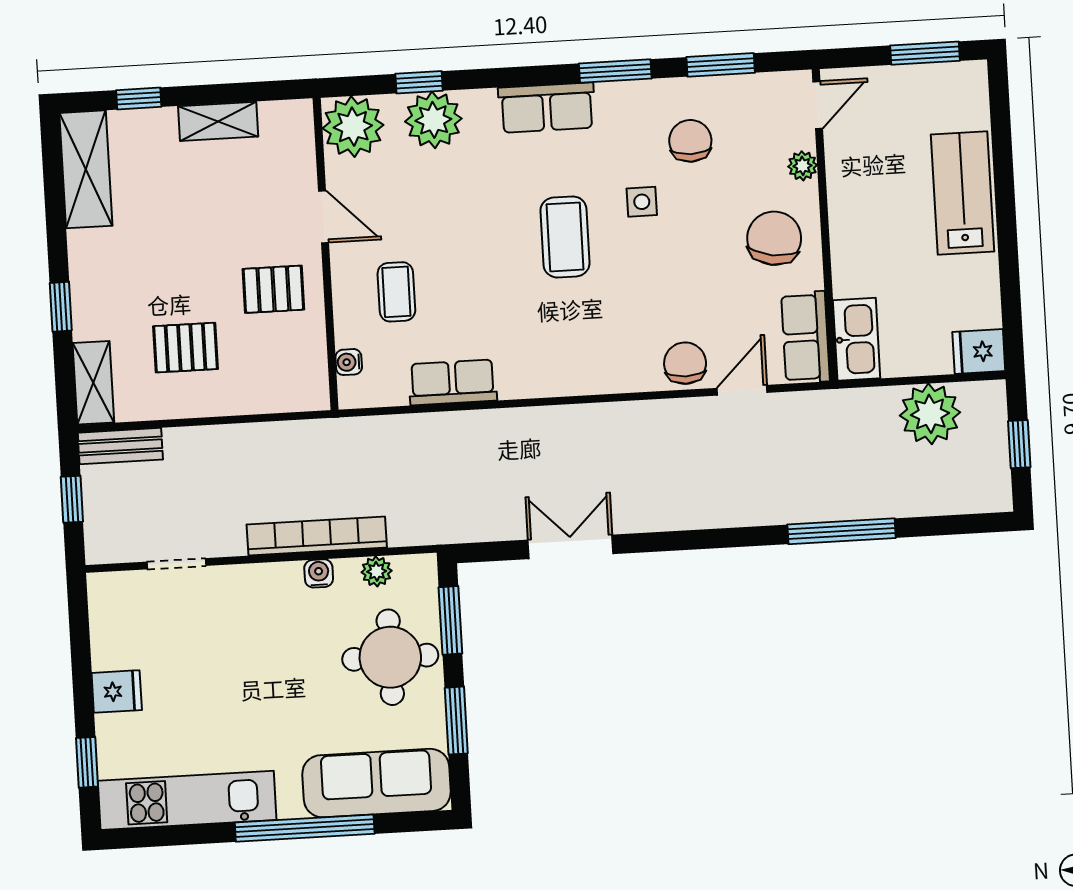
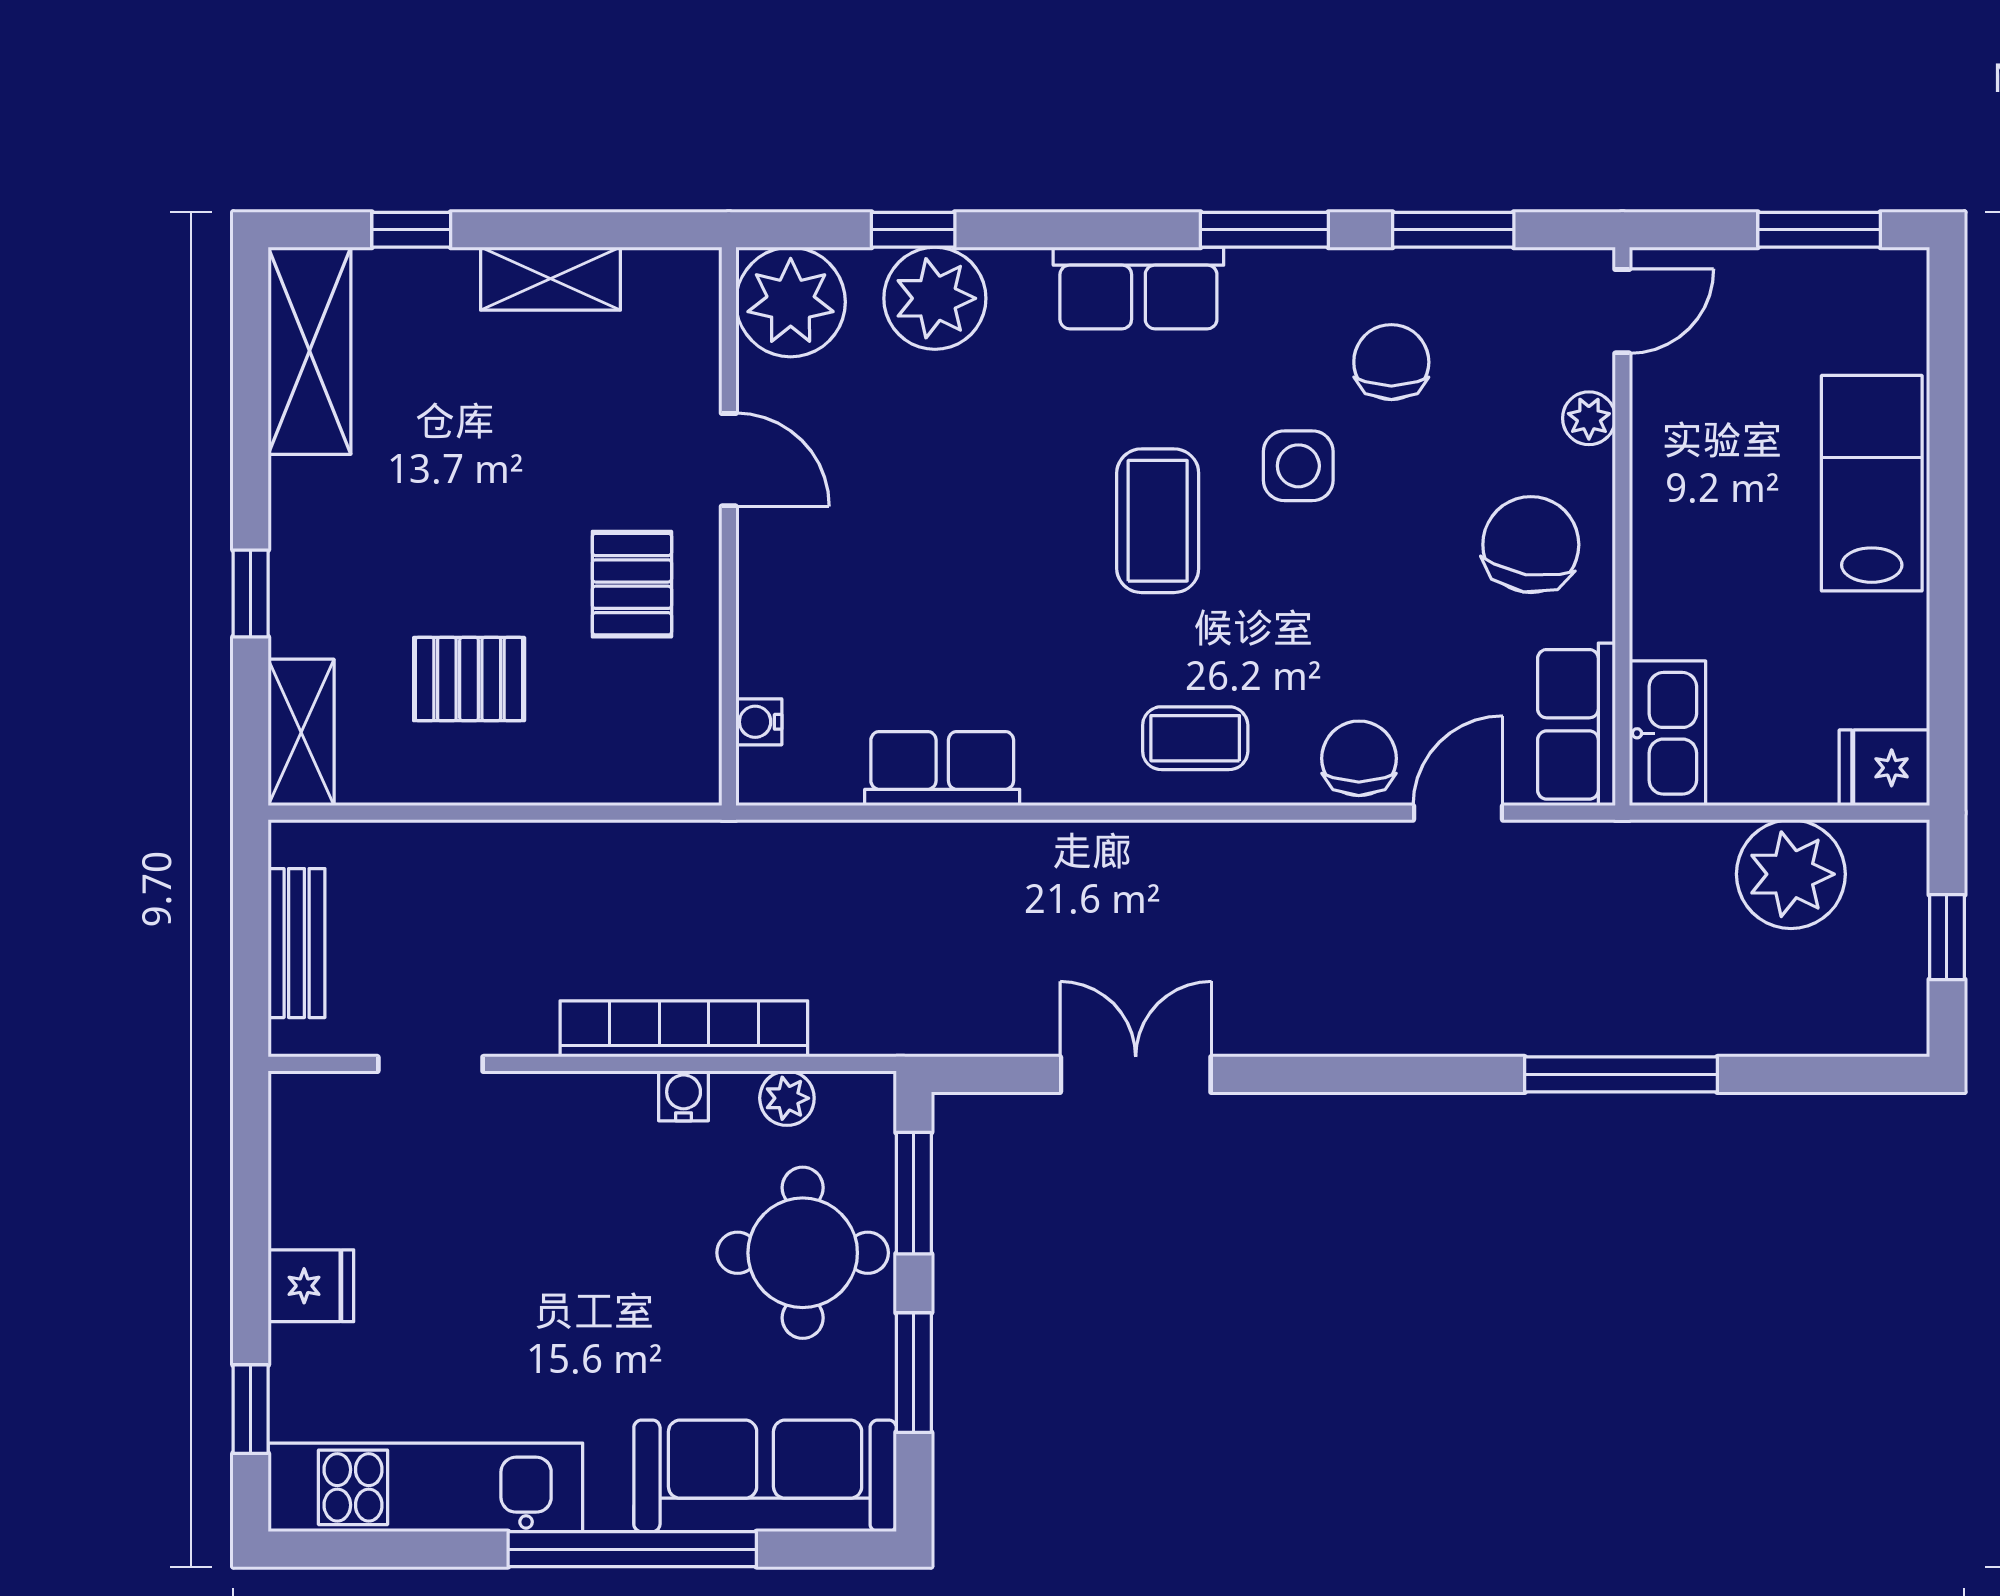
side table: (642, 202) -> (1298, 466), width x1.37, depth x1.37
pallet: (273, 289) -> (632, 584), turned 90
coffee table: (396, 292) -> (1195, 738), moved, turned 90
bench: (120, 446) -> (297, 943), moved, turned 90
window: (72, 499) -> (251, 938), removed

